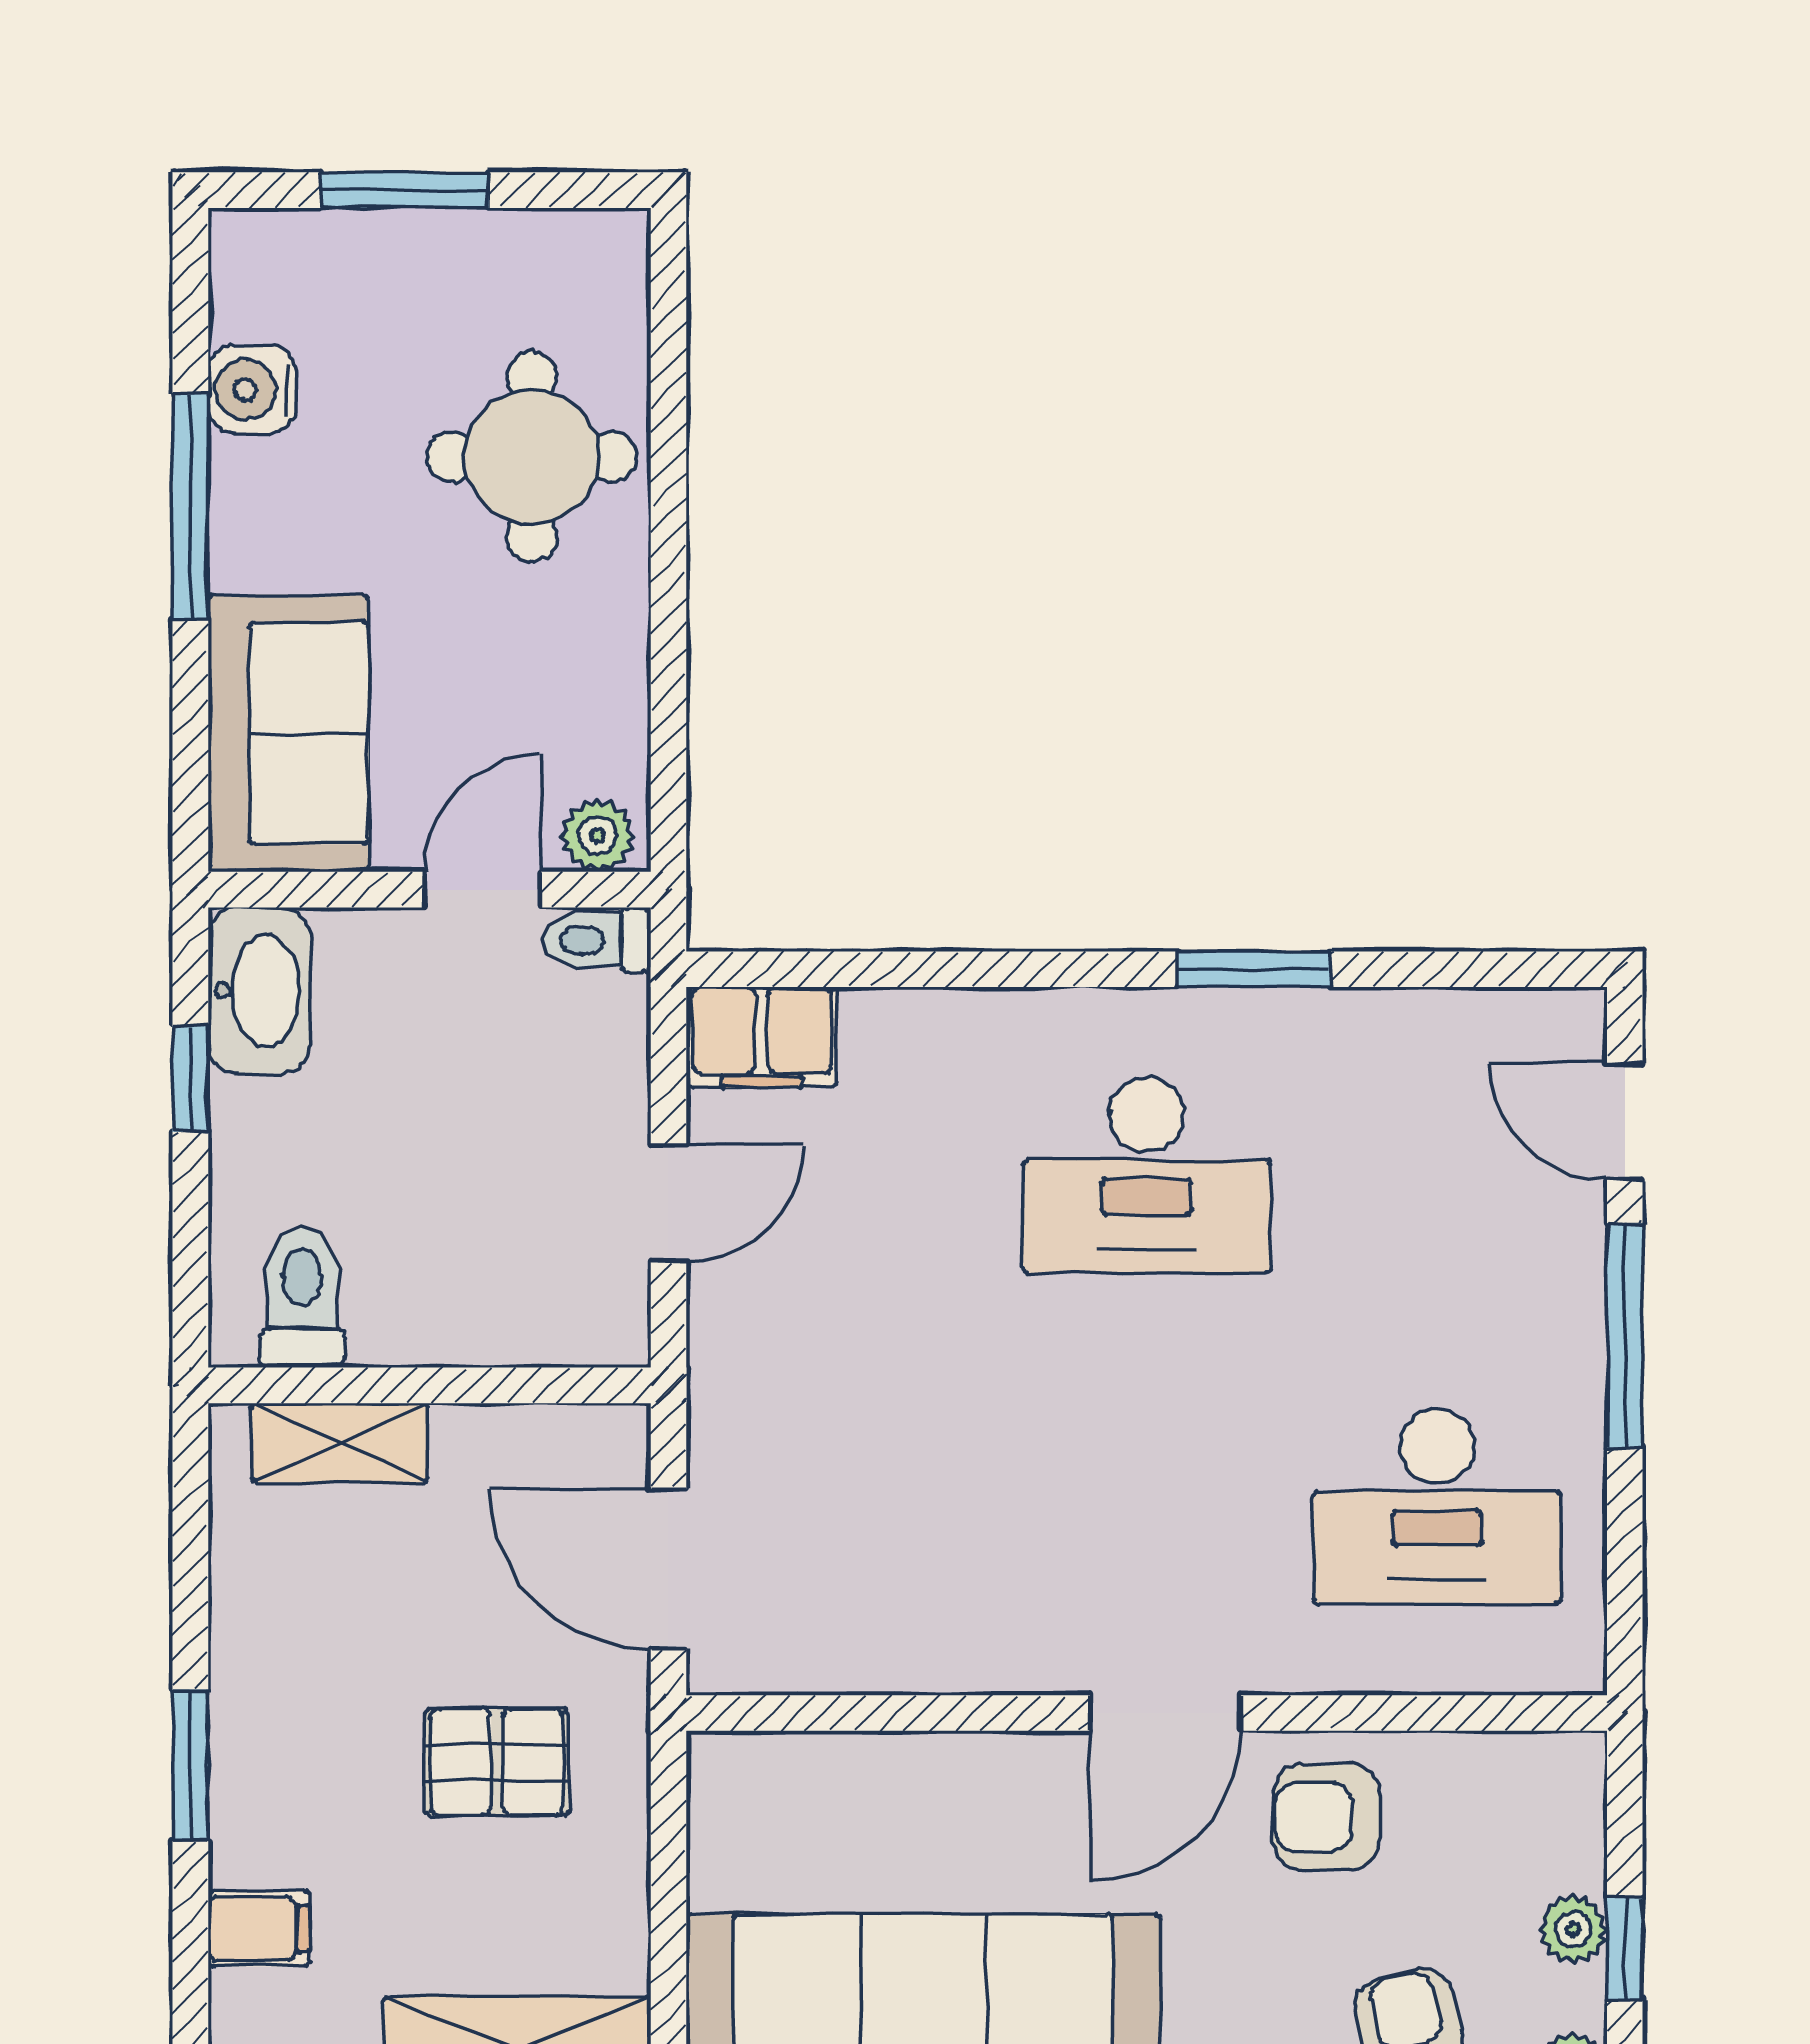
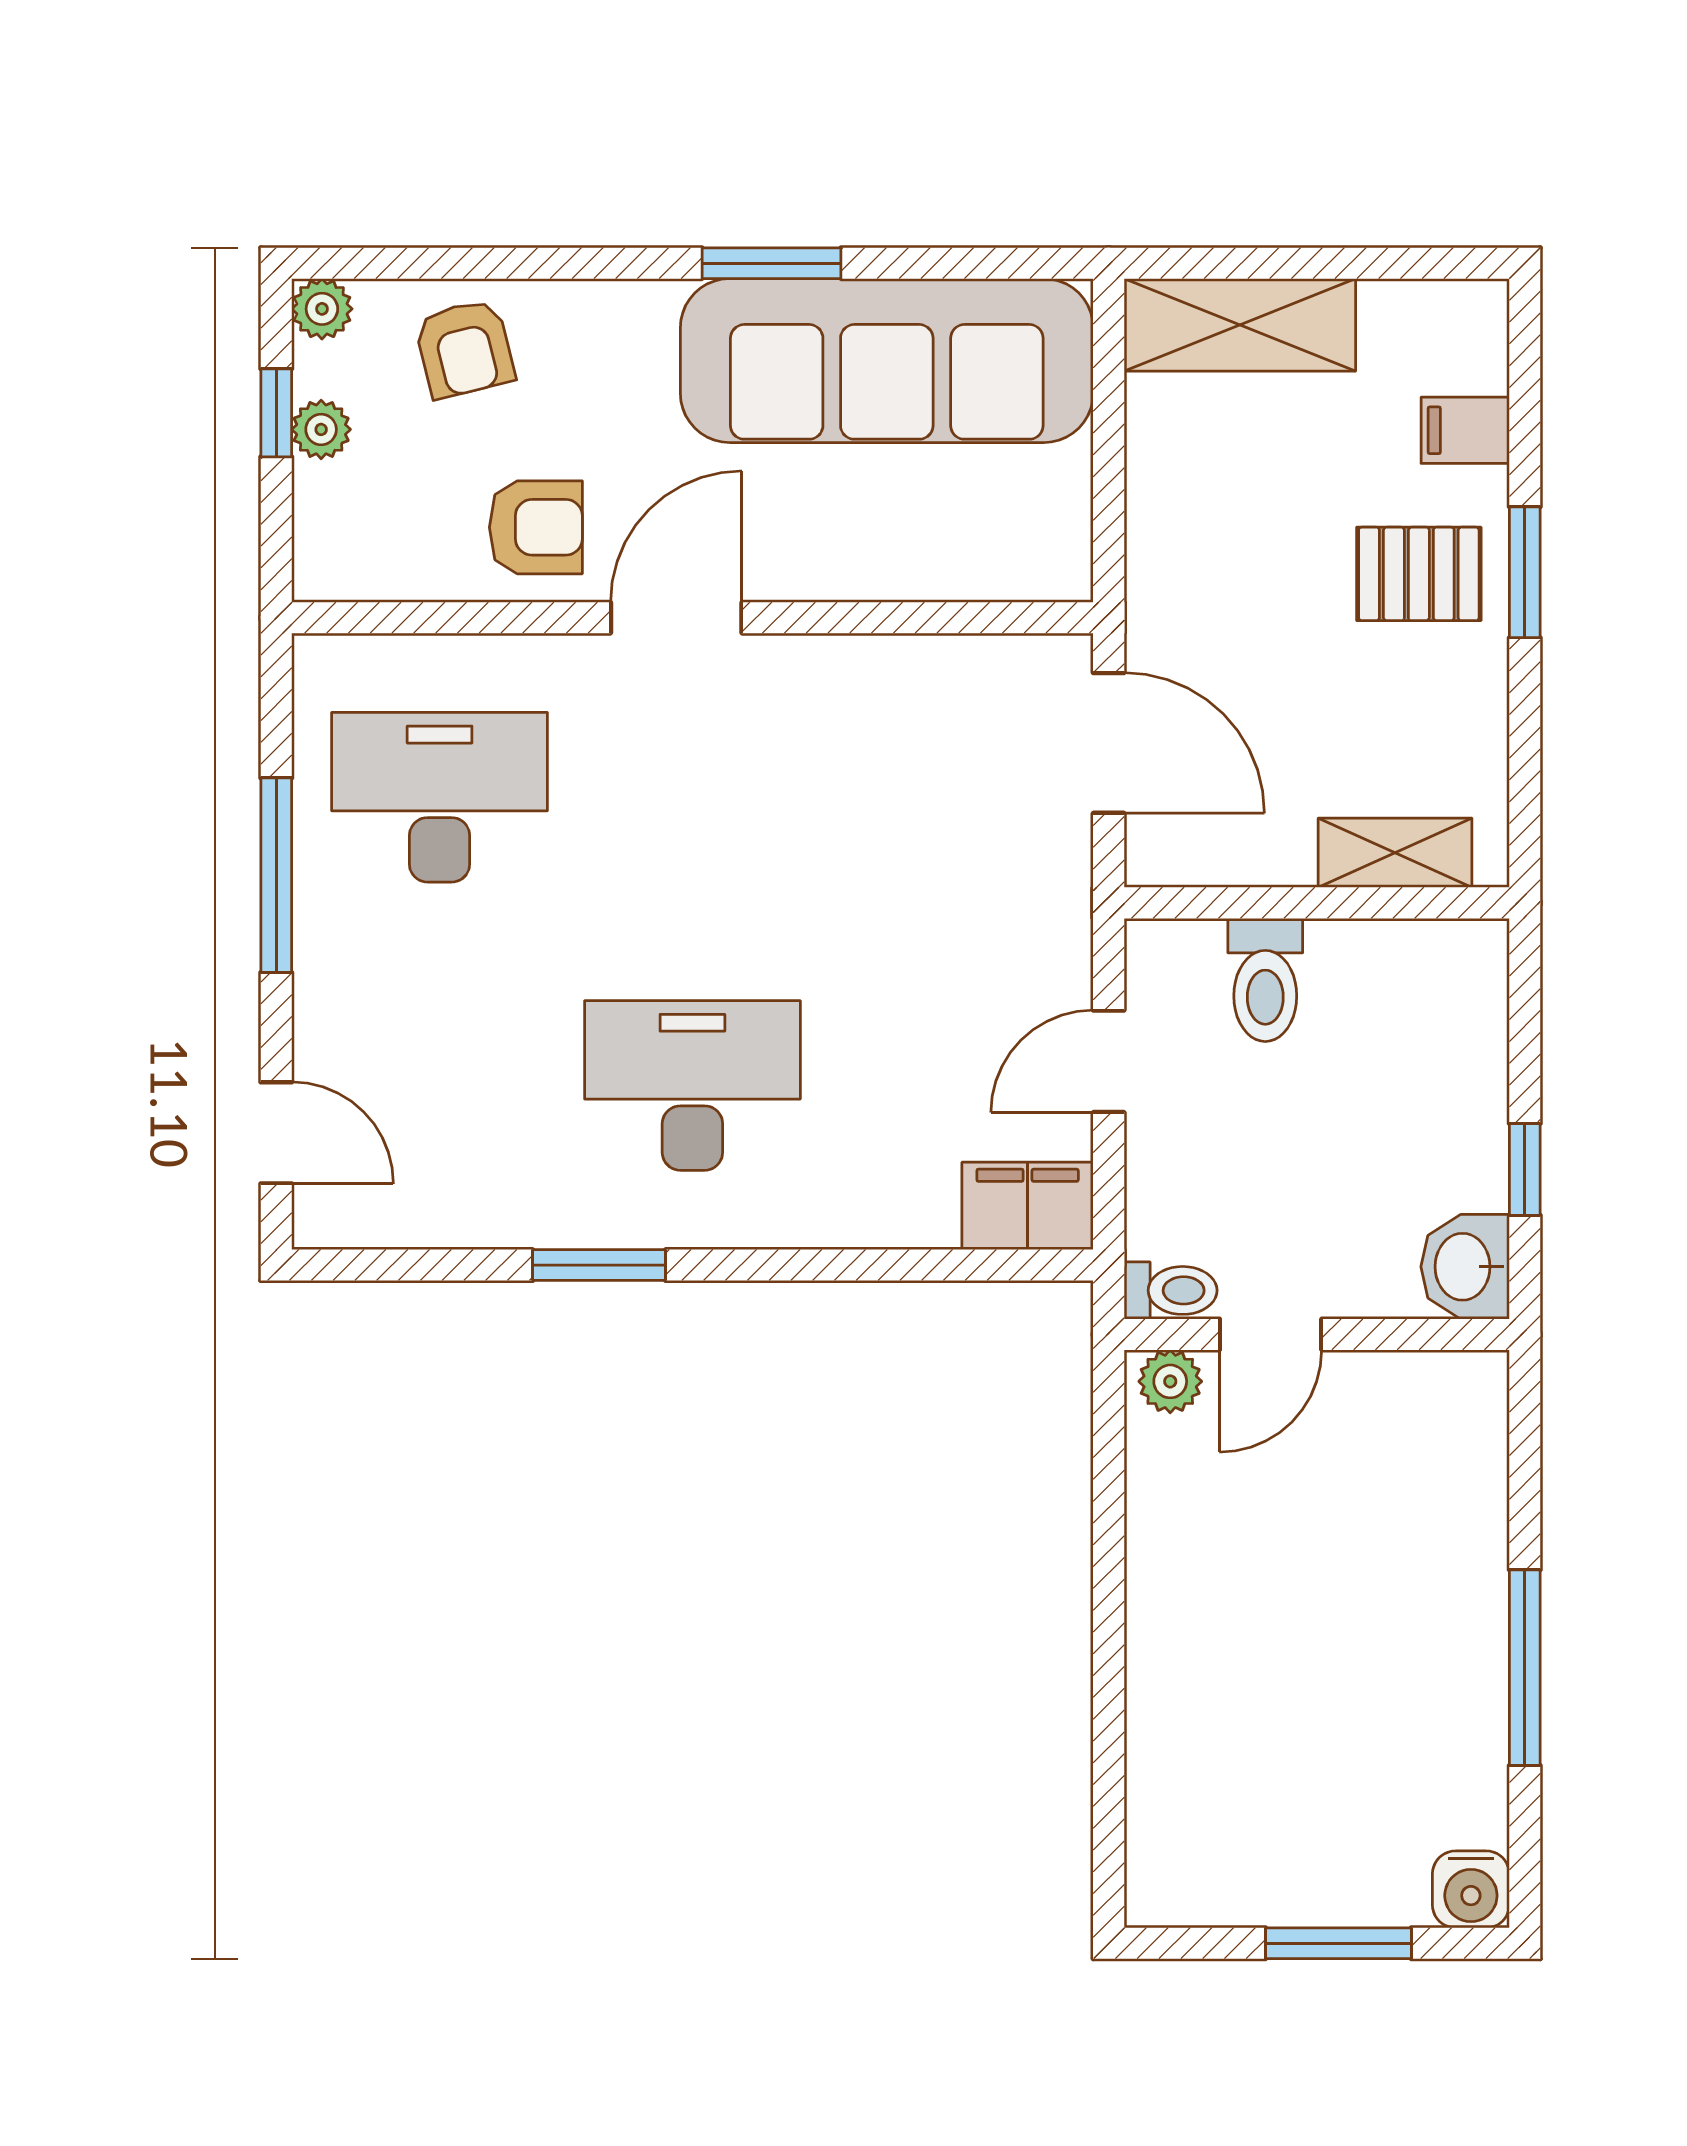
water cooler: (252, 389) -> (1471, 1889), moved, turned 90
round table: (532, 457) -> (1228, 1711), removed
sofa: (288, 733) -> (1440, 1471), removed
washbasin: (259, 990) -> (1465, 1267), width x0.72
toilet: (302, 1297) -> (1265, 980), moved
window: (1625, 1336) -> (276, 875), moved
pallet: (497, 1762) -> (1419, 574), moved

